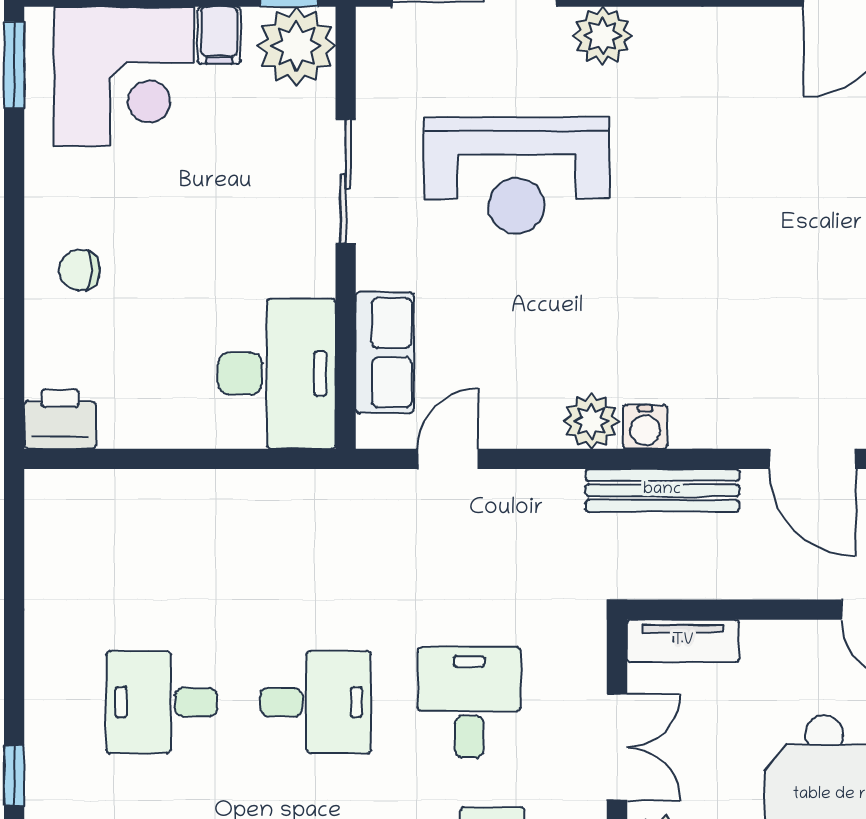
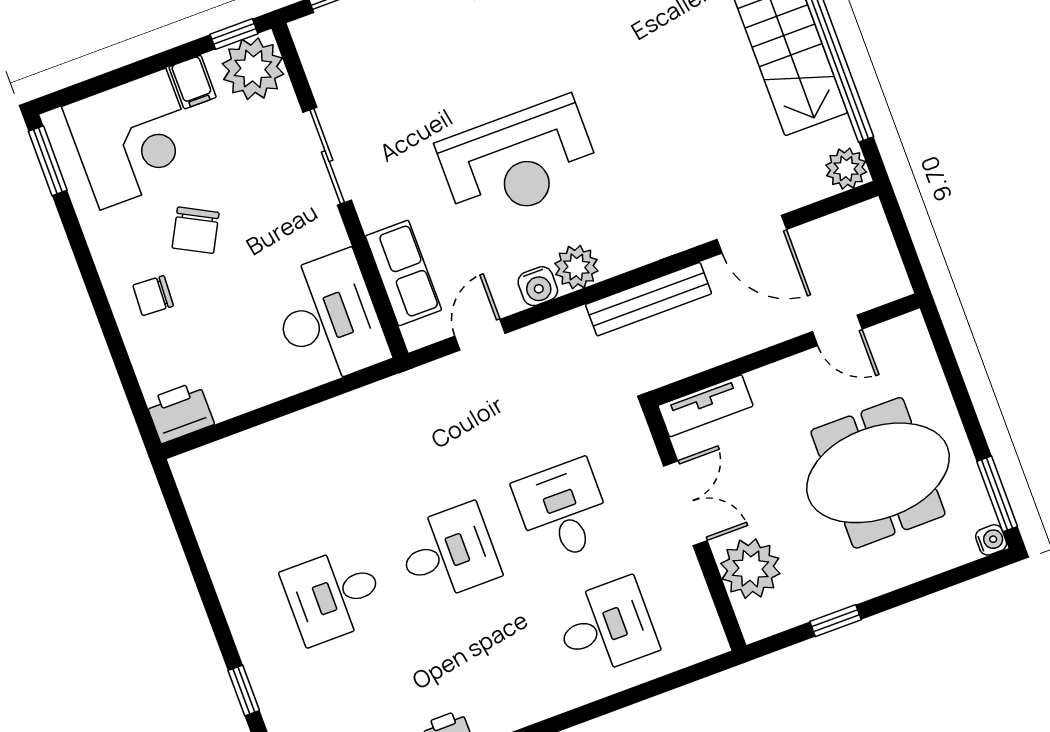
reception desk: (517, 175) -> (518, 161), moved
chair: (158, 211) -> (196, 230), added
water cooler: (645, 427) -> (538, 286), moved

